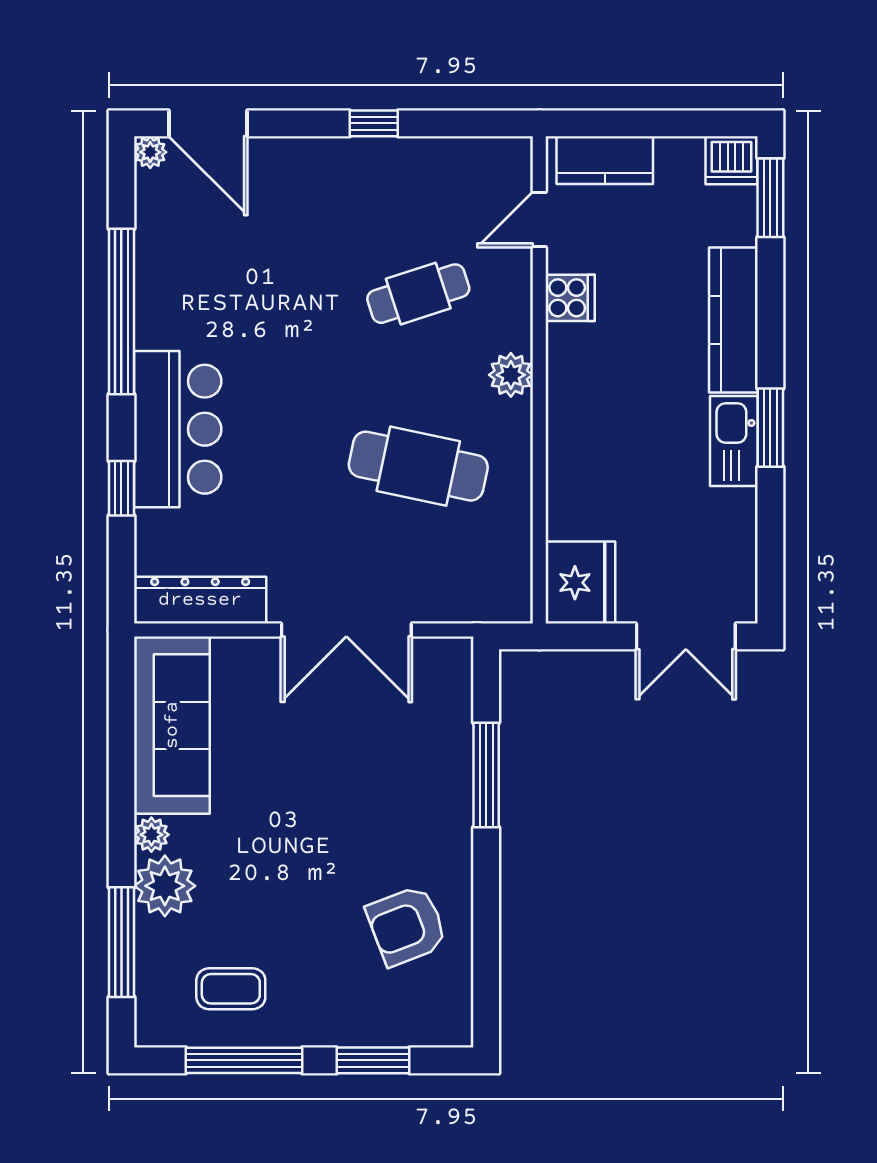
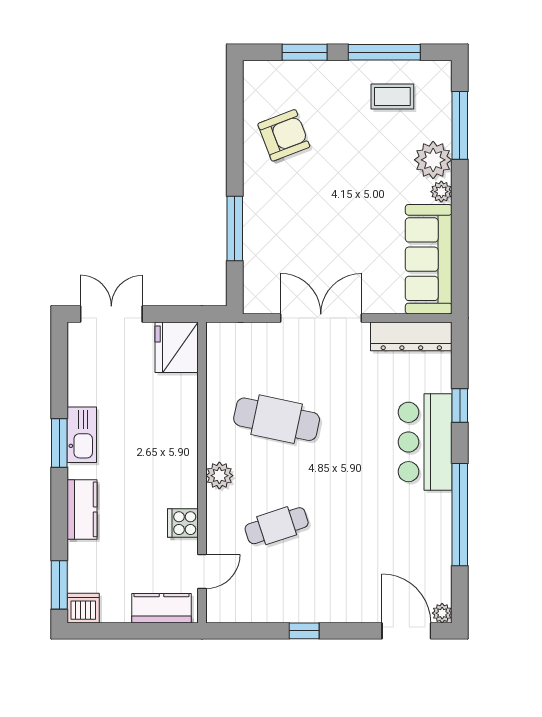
kitchen counter: (733, 320) -> (82, 509), width x0.67

